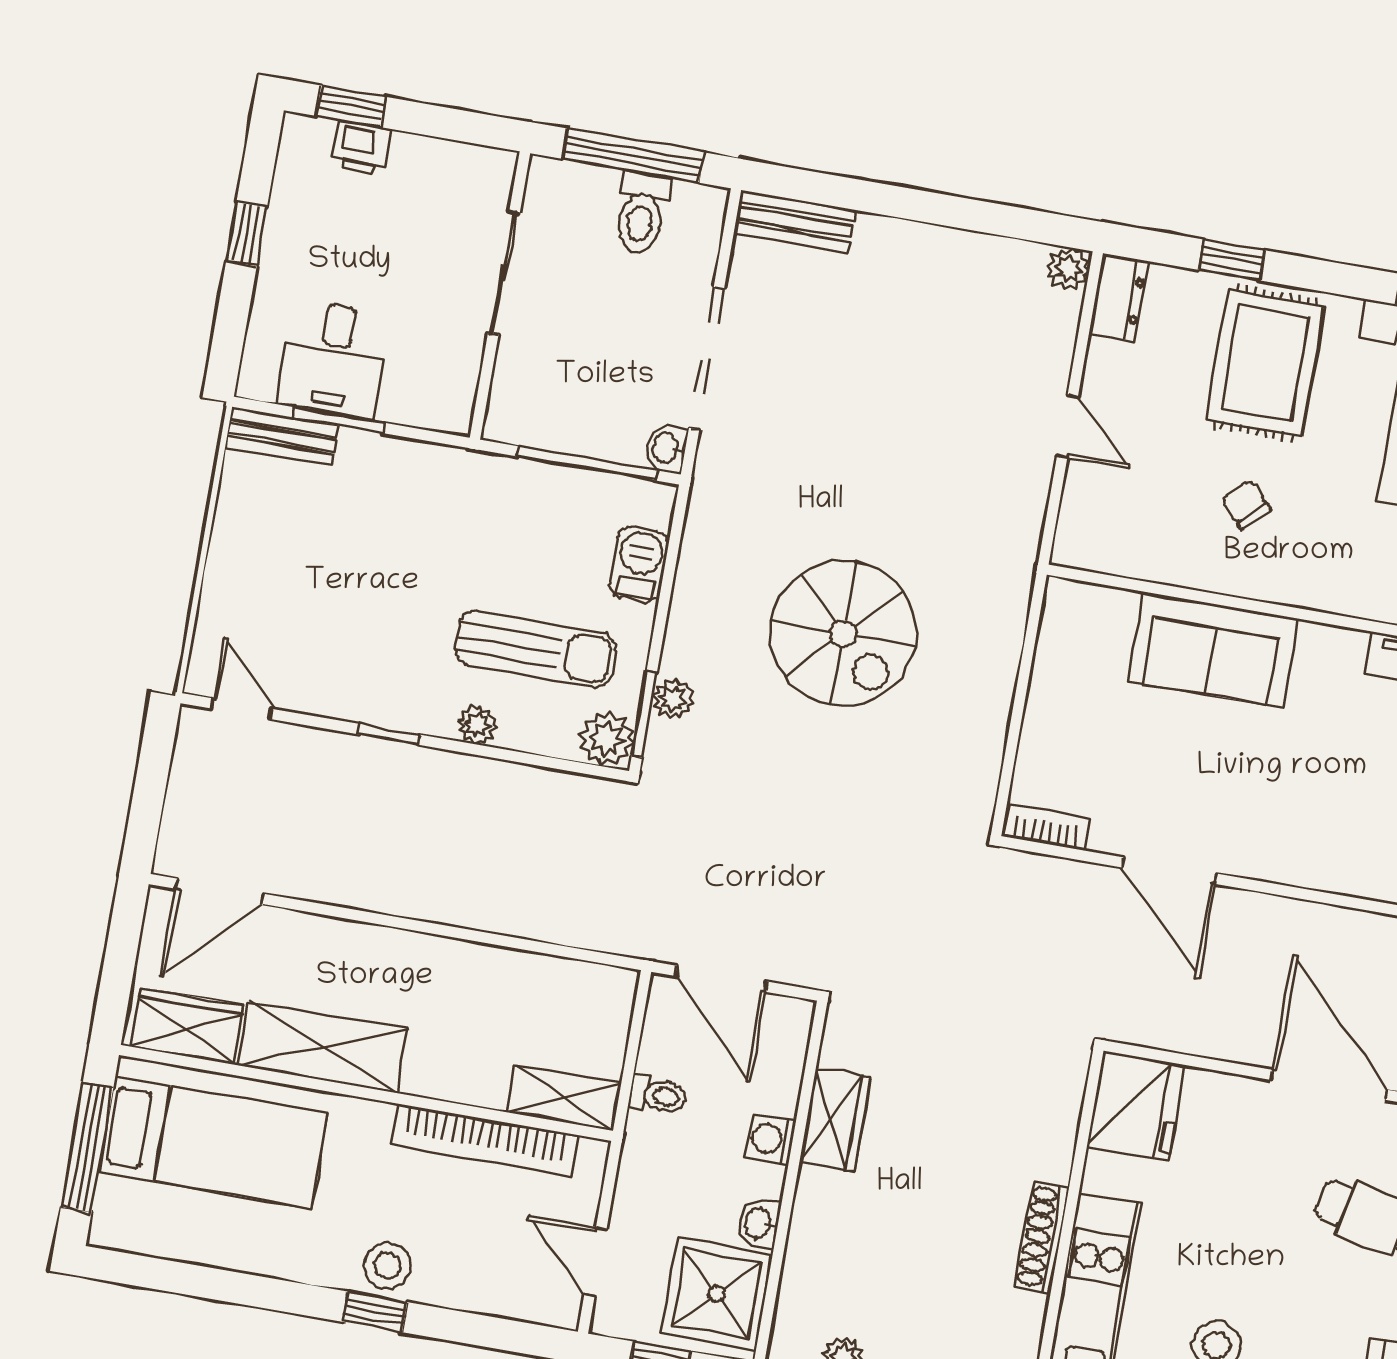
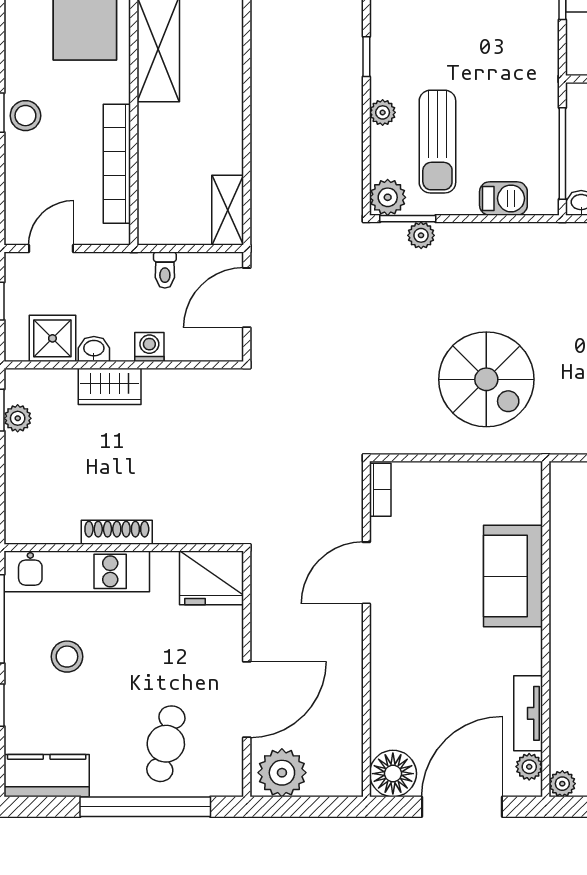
spiral stairs: (843, 634) -> (486, 379), moved, turned -90
shelving: (564, 1098) -> (228, 210), moved
wardrobe: (835, 1120) -> (110, 386), moved
shower: (717, 1294) -> (52, 338), width x0.73, depth x0.73

